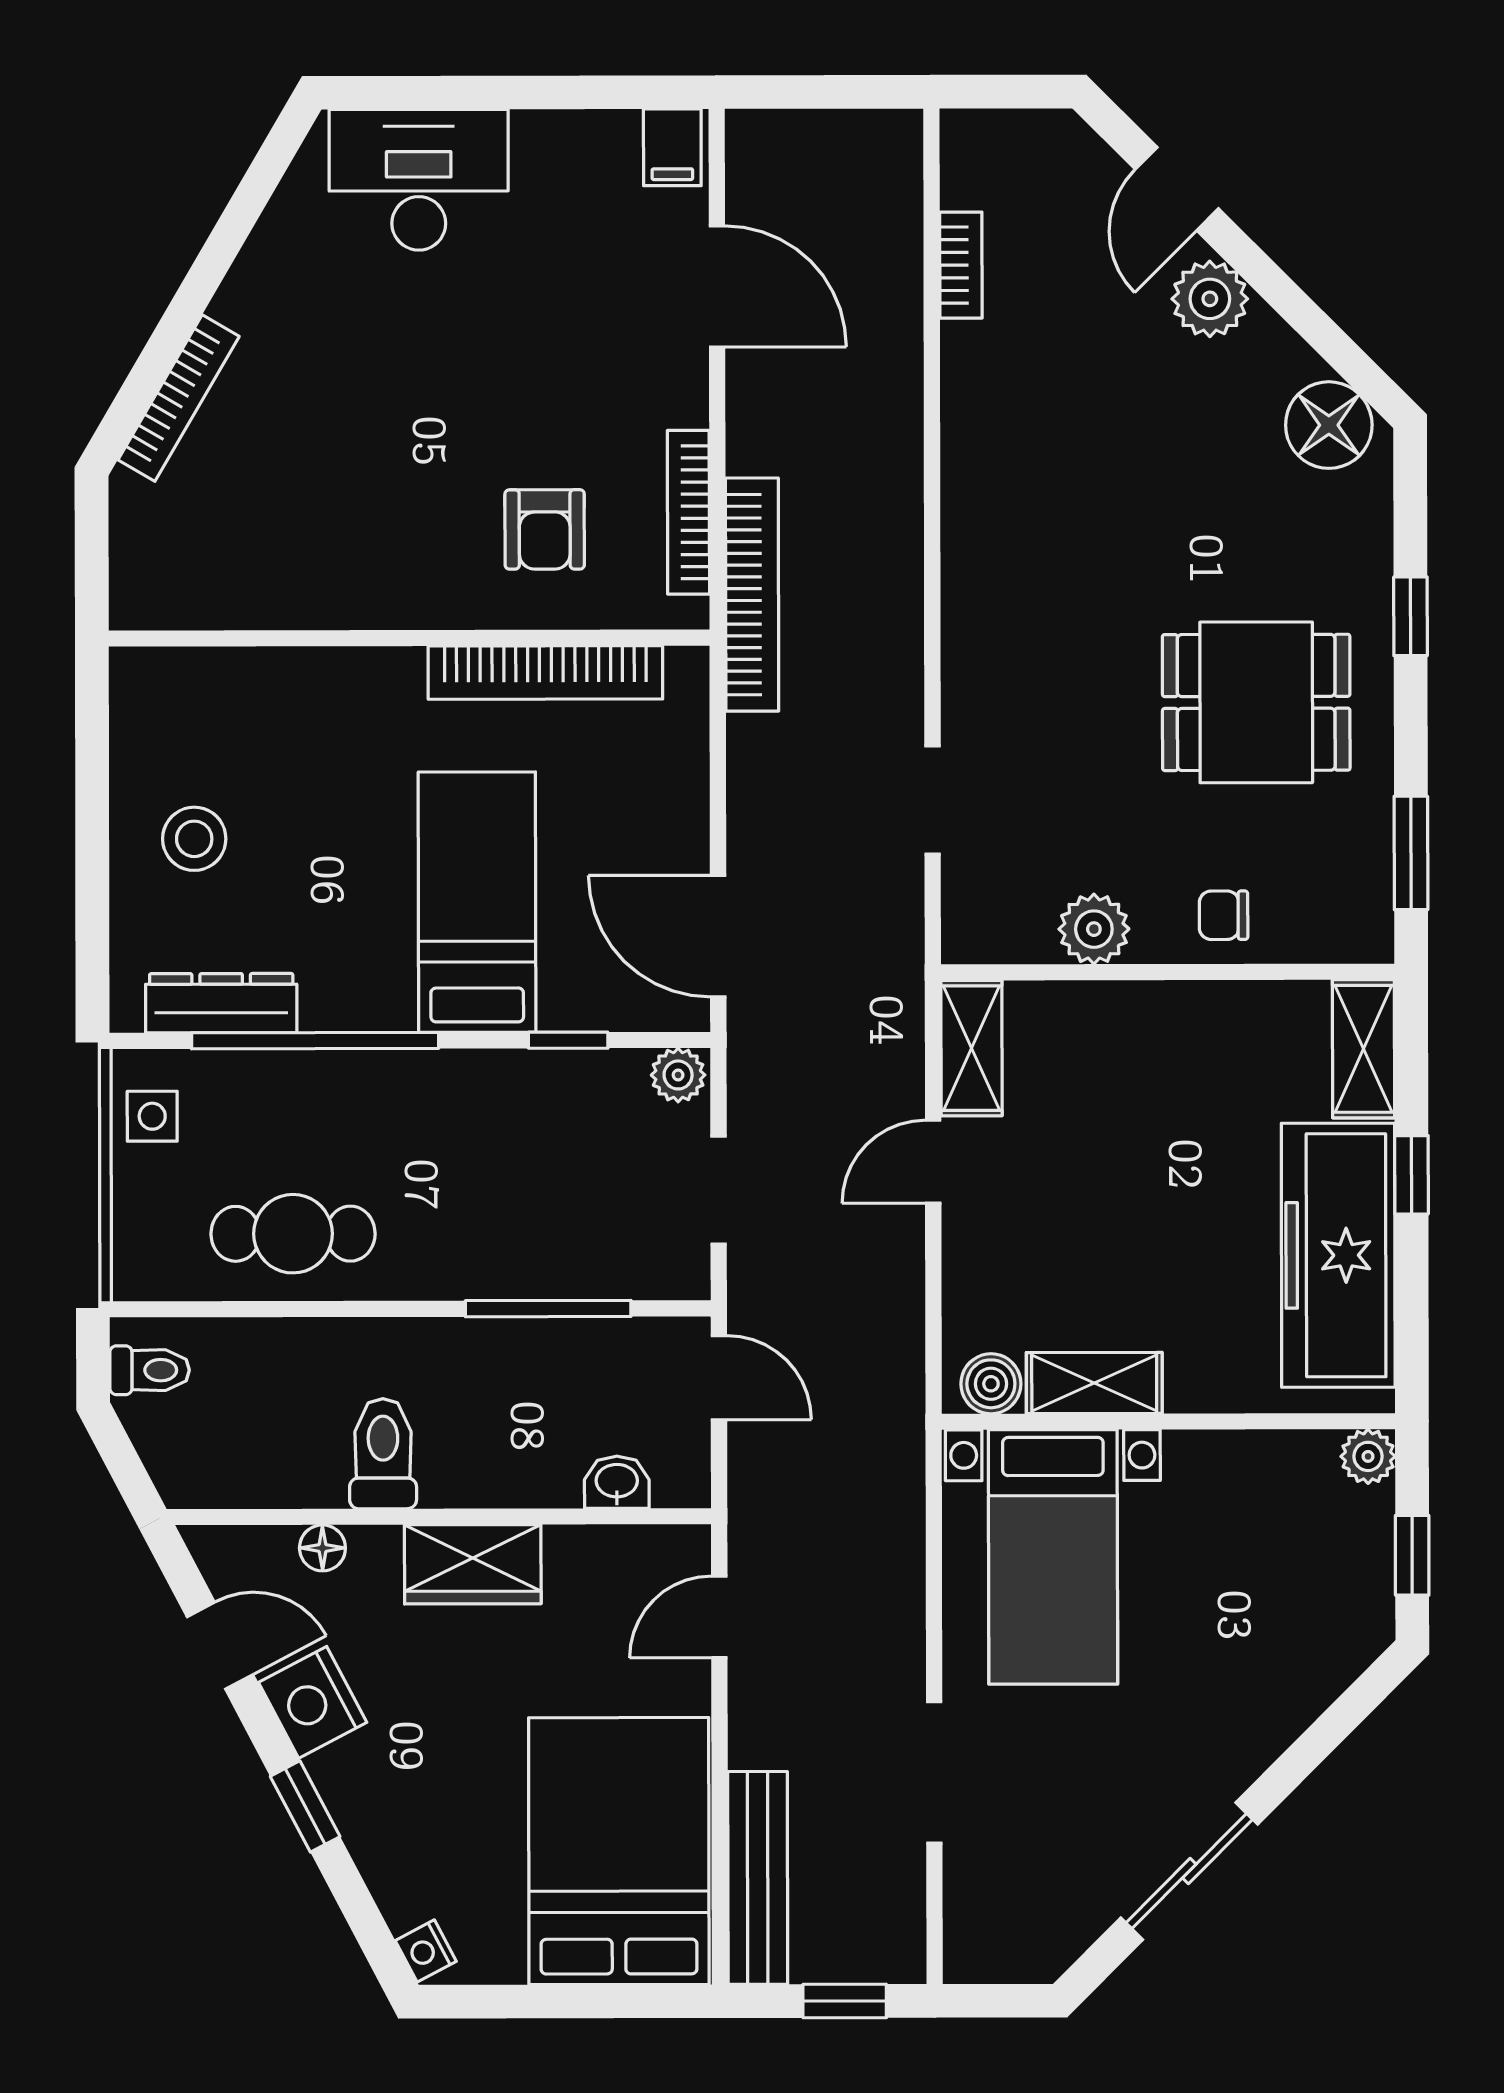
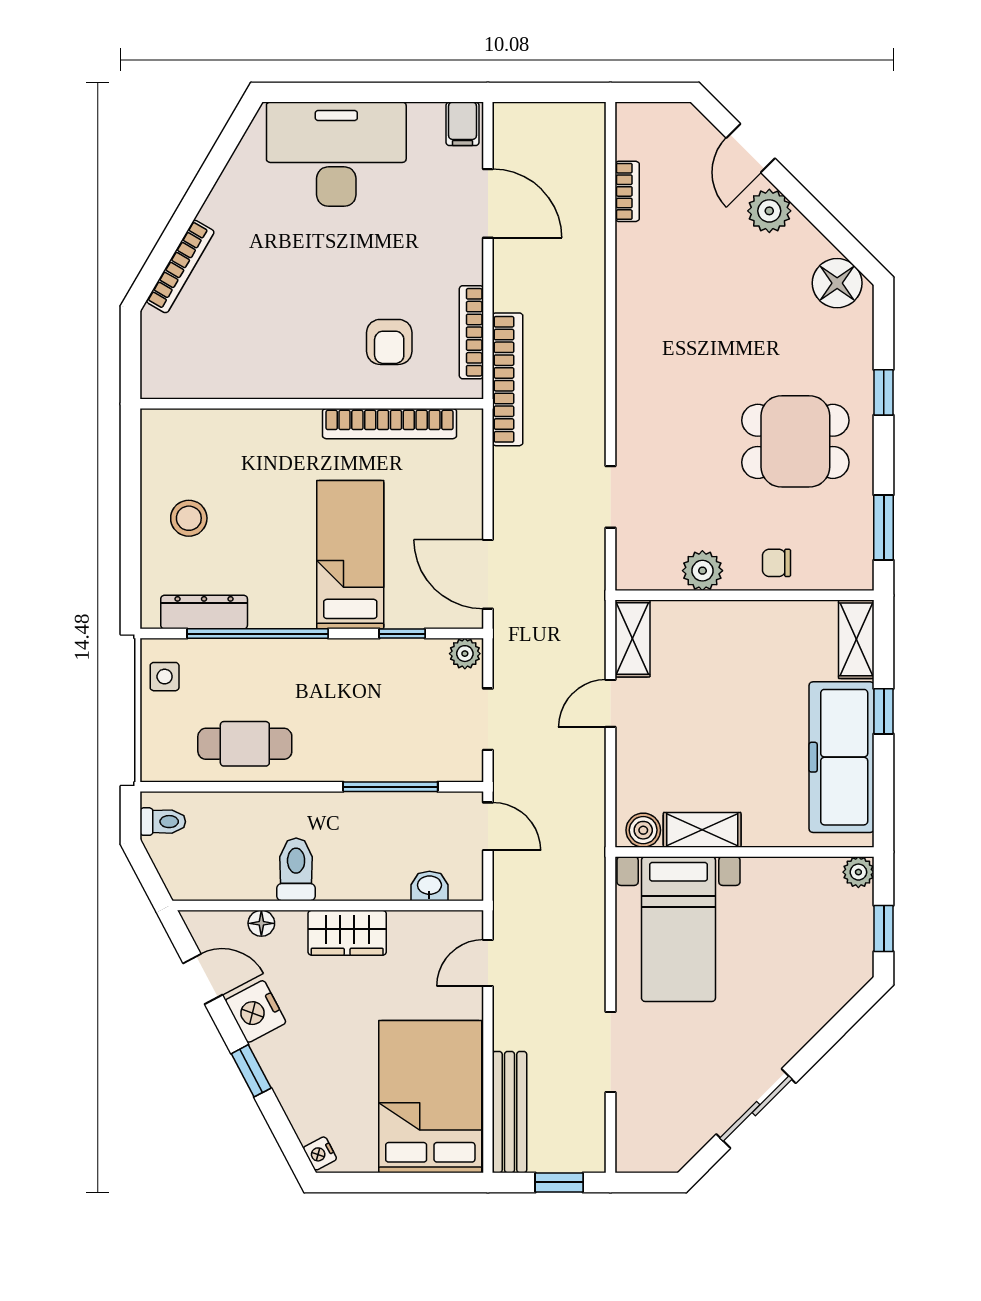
desk: (419, 180) -> (336, 154), width x1.36, depth x1.30

